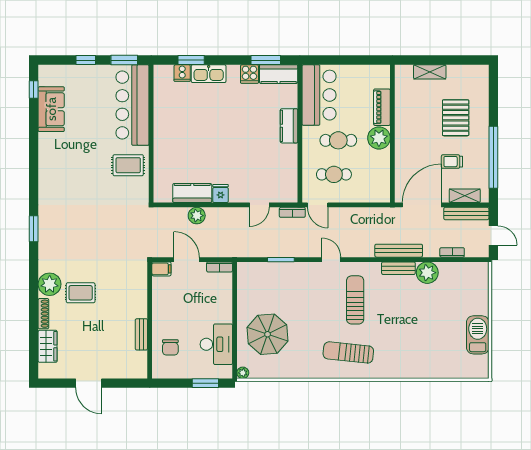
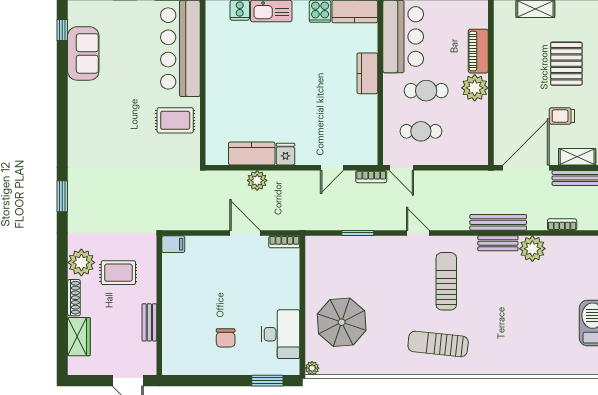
filing cabinet: (161, 269) -> (173, 244), moved
wall: (150, 320) -> (159, 305), moved
bench: (141, 334) -> (149, 322), moved

